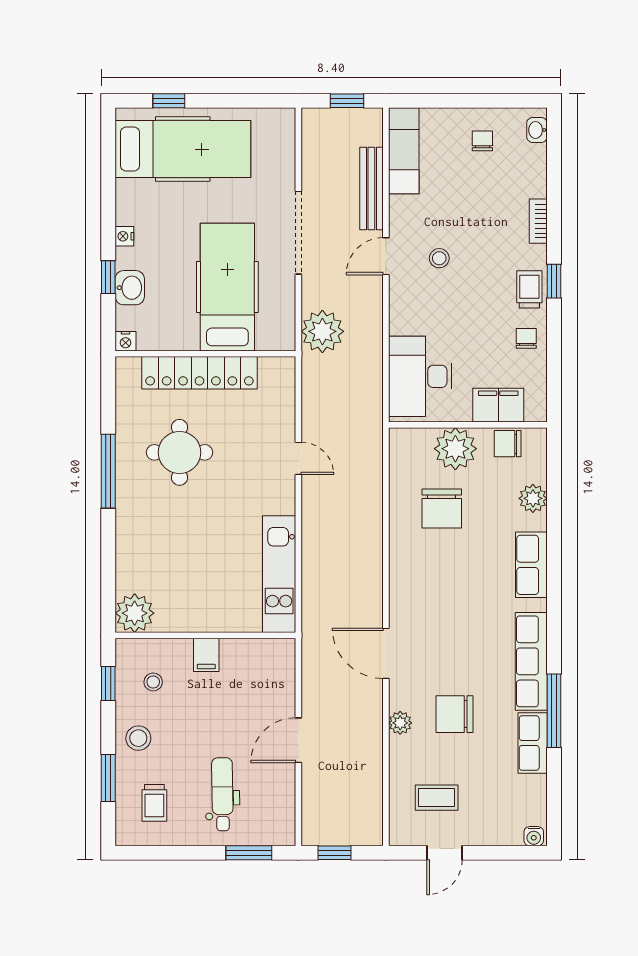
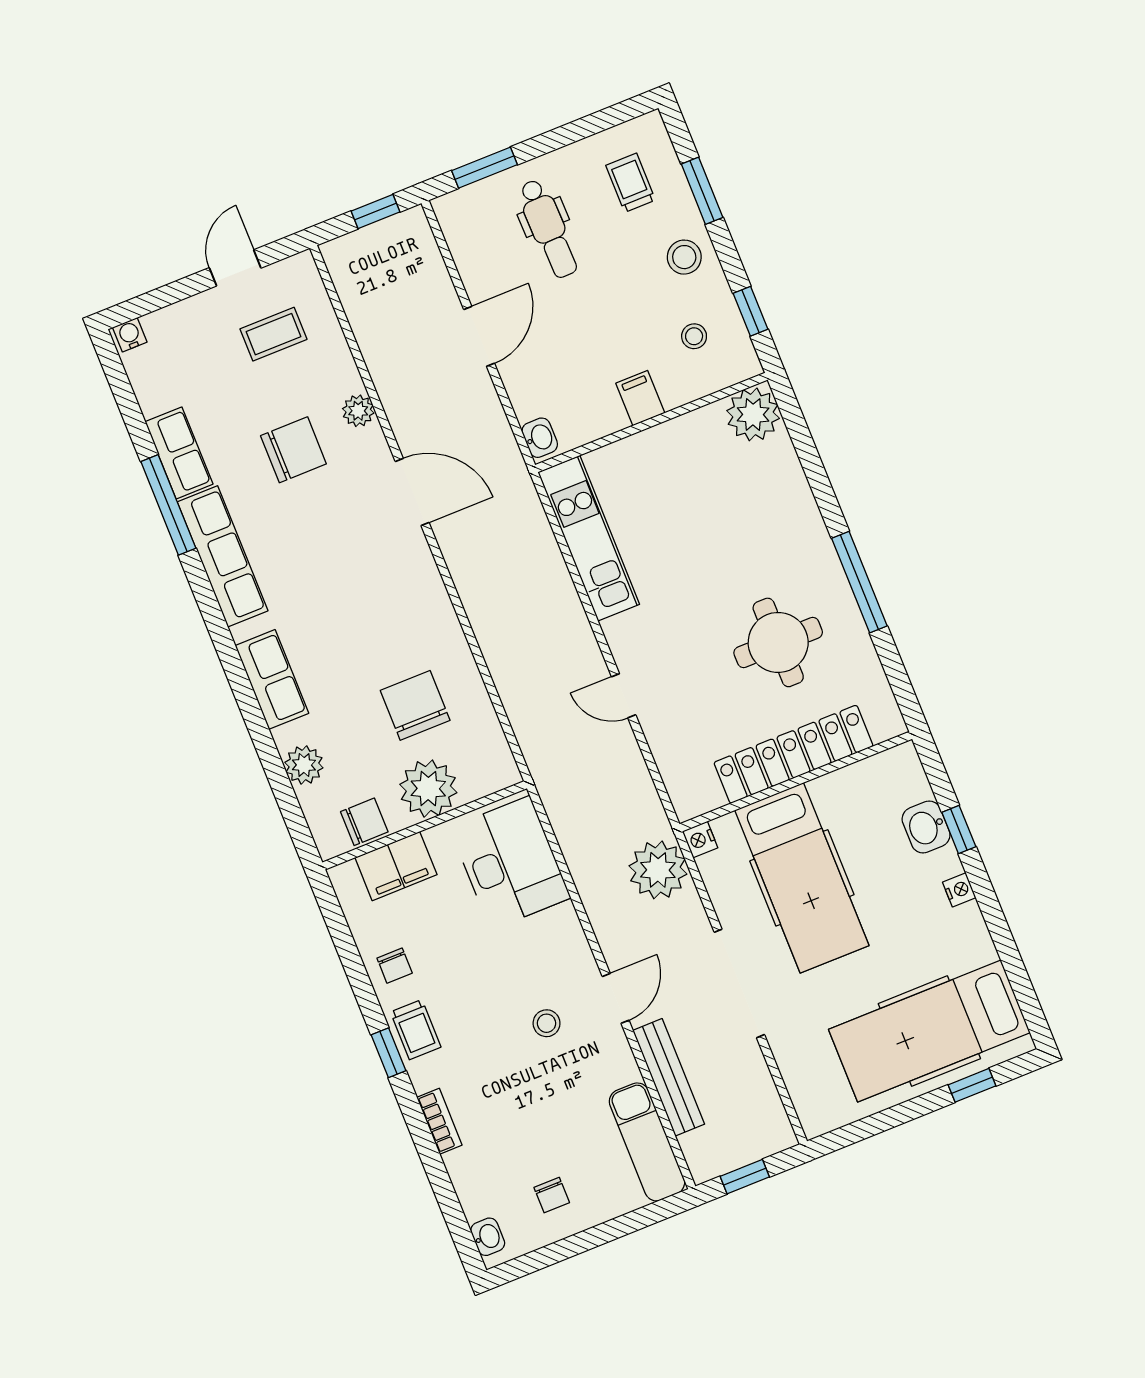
nightstand: (126, 341) -> (700, 840), moved, turned -90
washbasin: (285, 655) -> (540, 438), added

